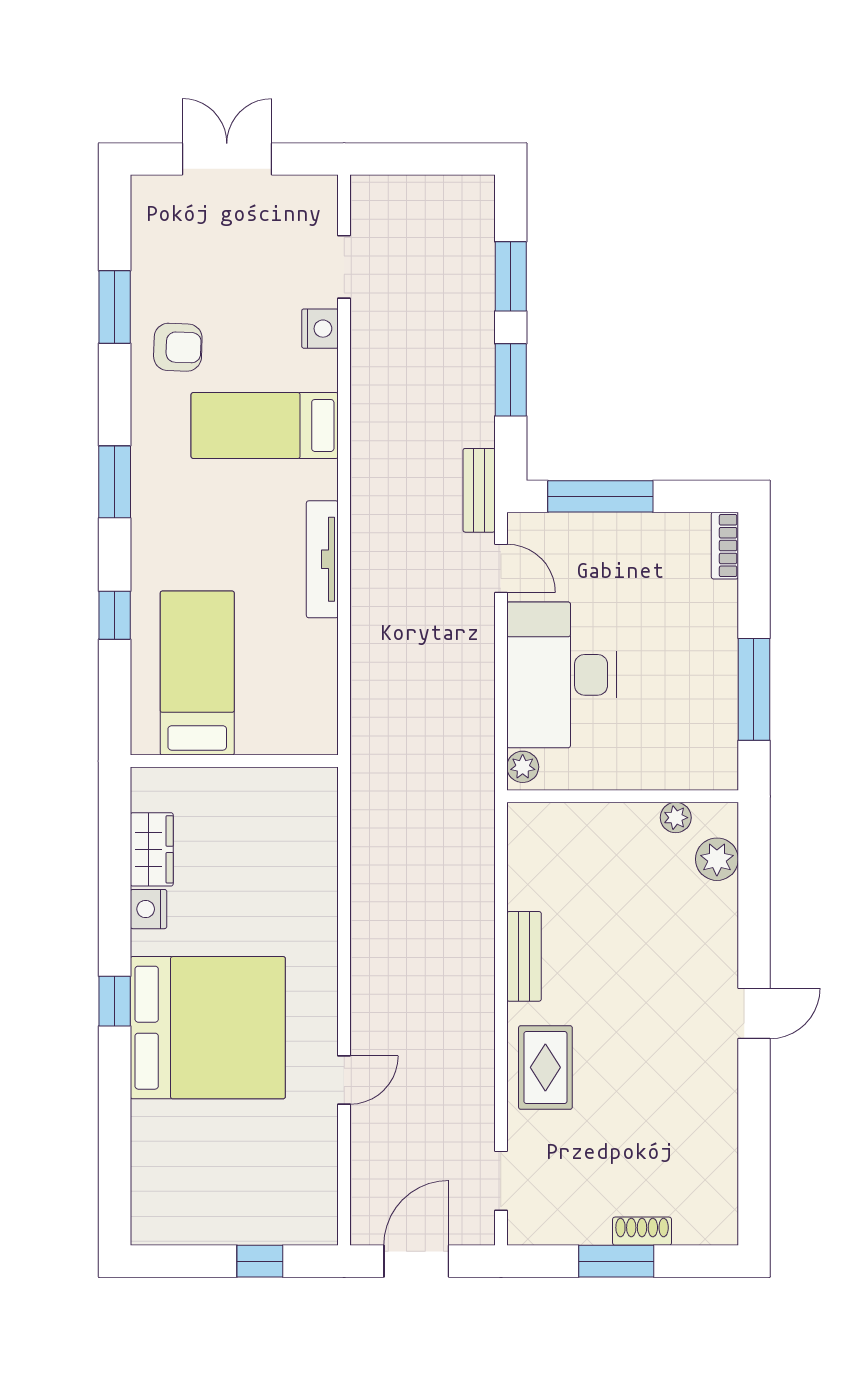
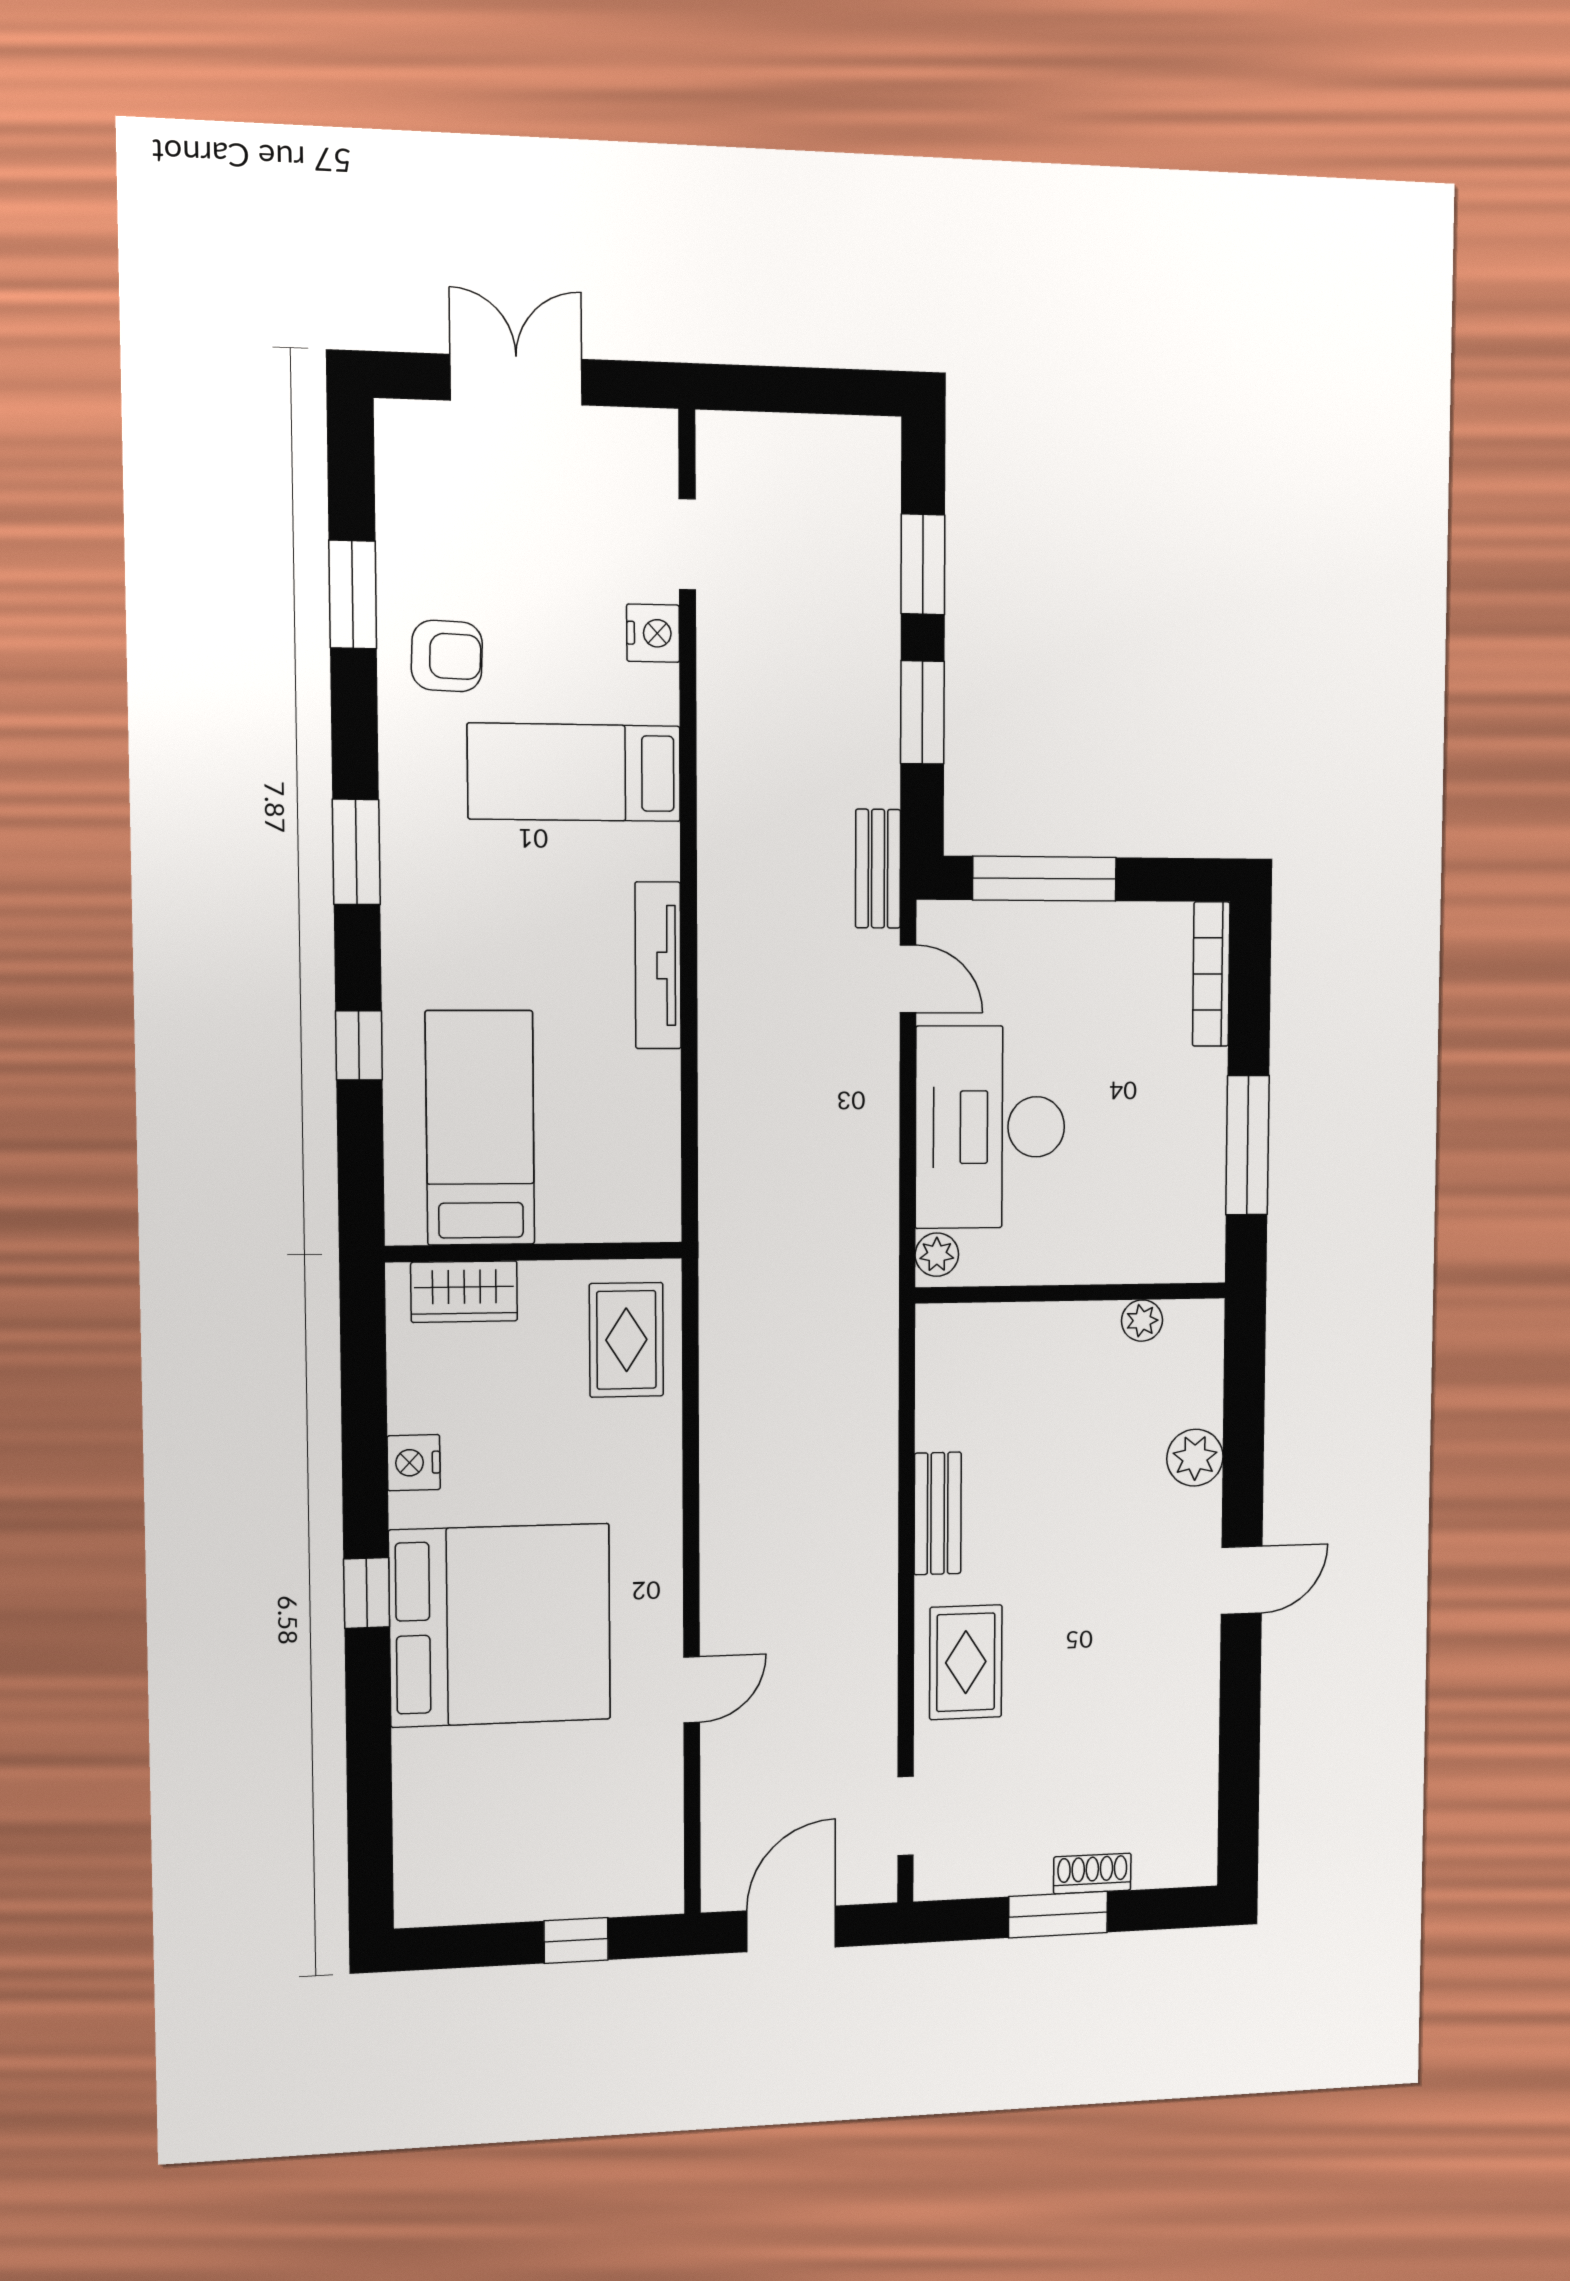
bookcase: (725, 546) -> (1211, 974), width x1.56
rug: (299, 825) -> (626, 1340), added
wardrobe: (152, 849) -> (464, 1292), moved, turned 90
plant: (717, 859) -> (1195, 1458), moved

